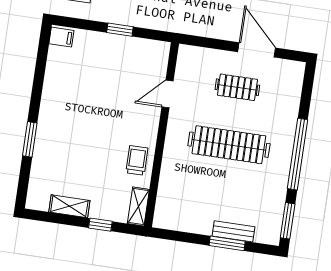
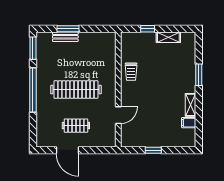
filing cabinet: (61, 37) -> (189, 123), moved
shelving: (138, 207) -> (190, 105), moved

